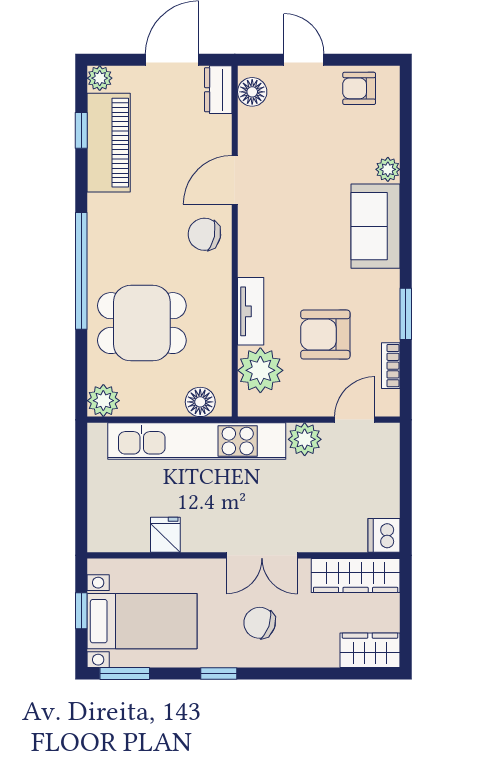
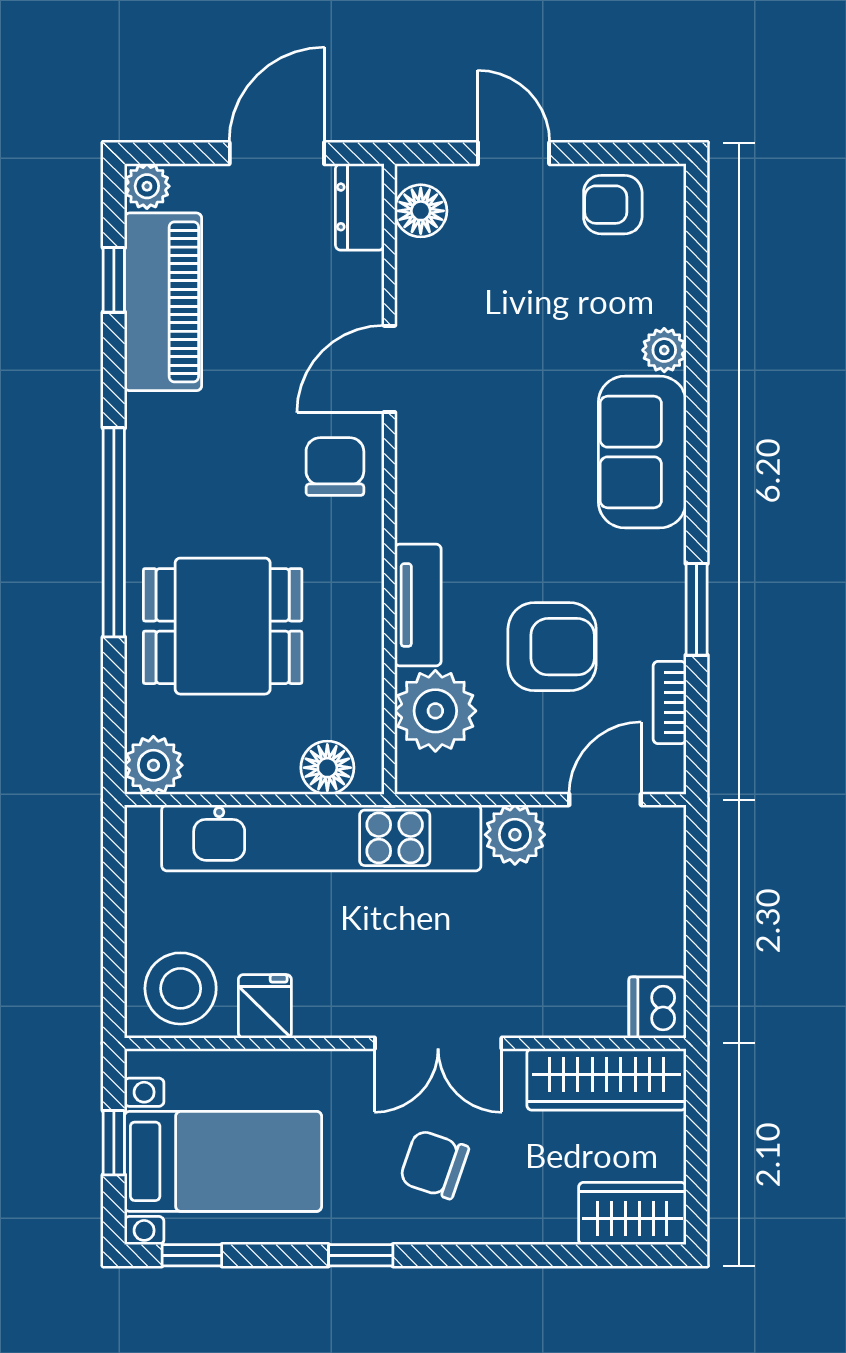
chair: (204, 234) -> (335, 467), turned 78
armchair: (325, 335) -> (552, 647), turned 180
stool: (118, 525) -> (181, 988), added
window: (125, 673) -> (192, 1255), width x0.67

